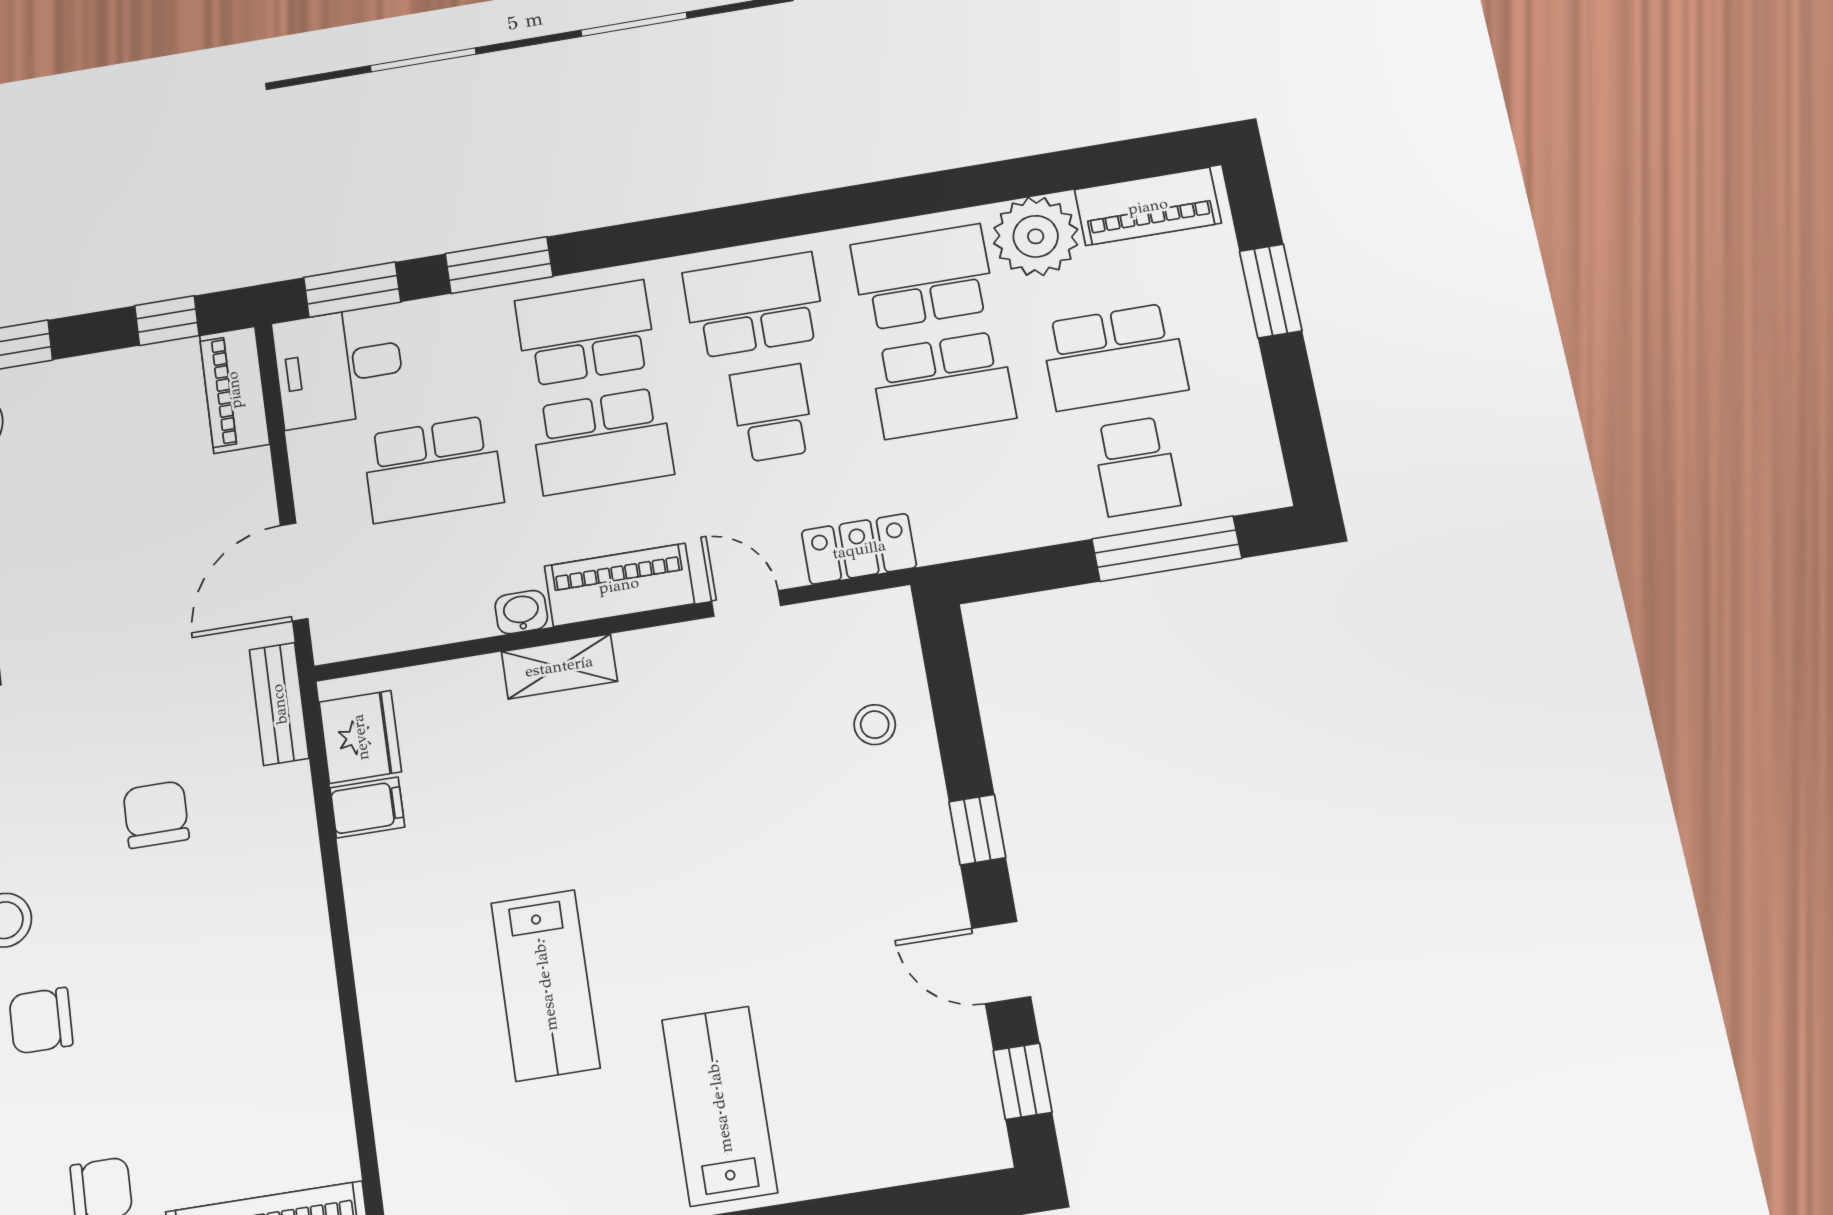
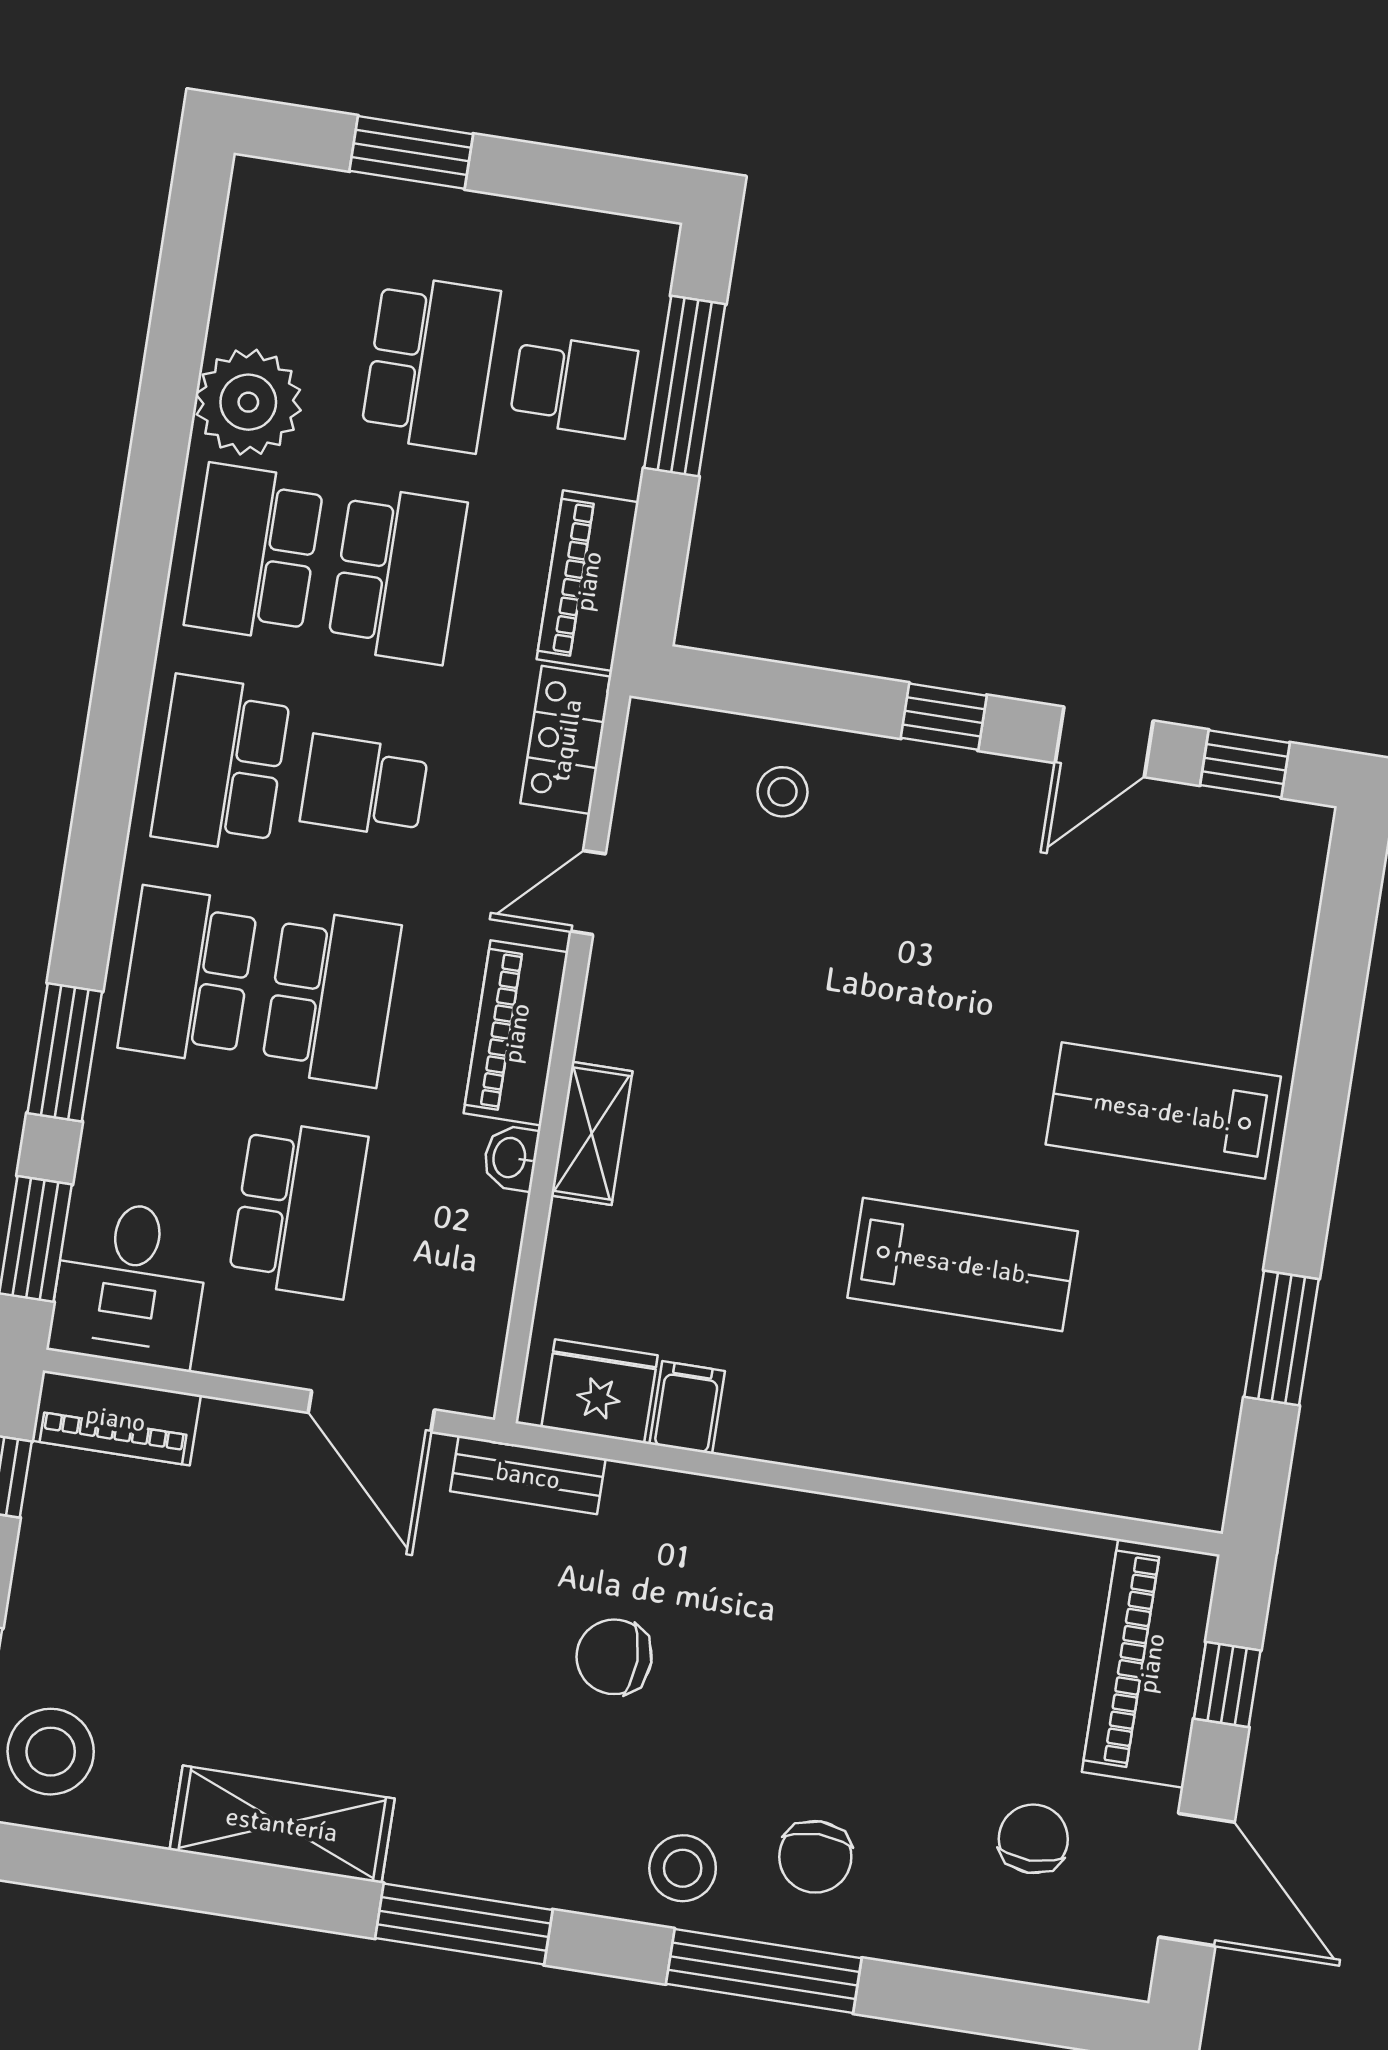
piano: (1148, 206) -> (588, 581), moved, turned 180

